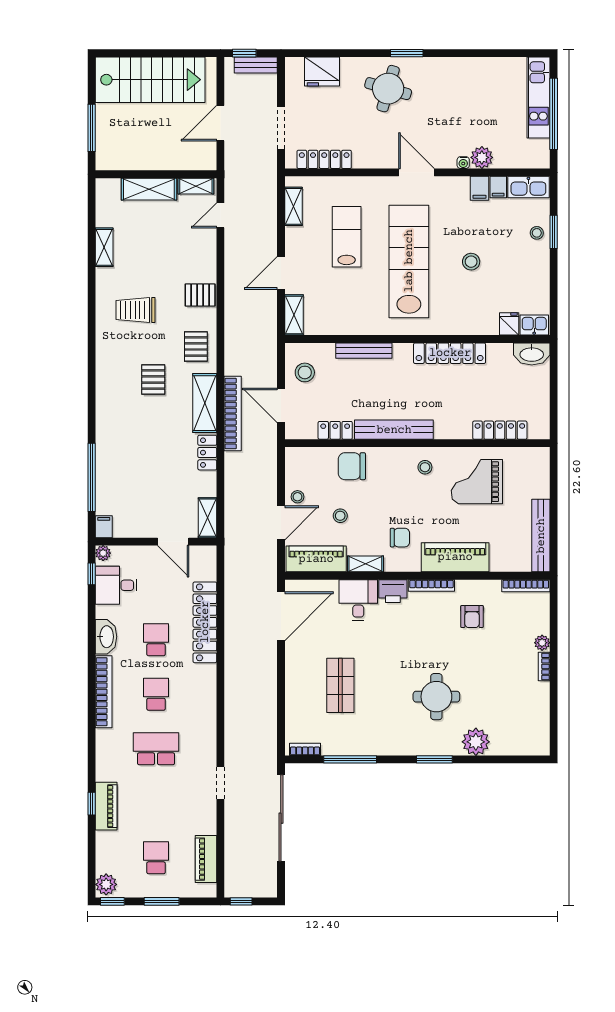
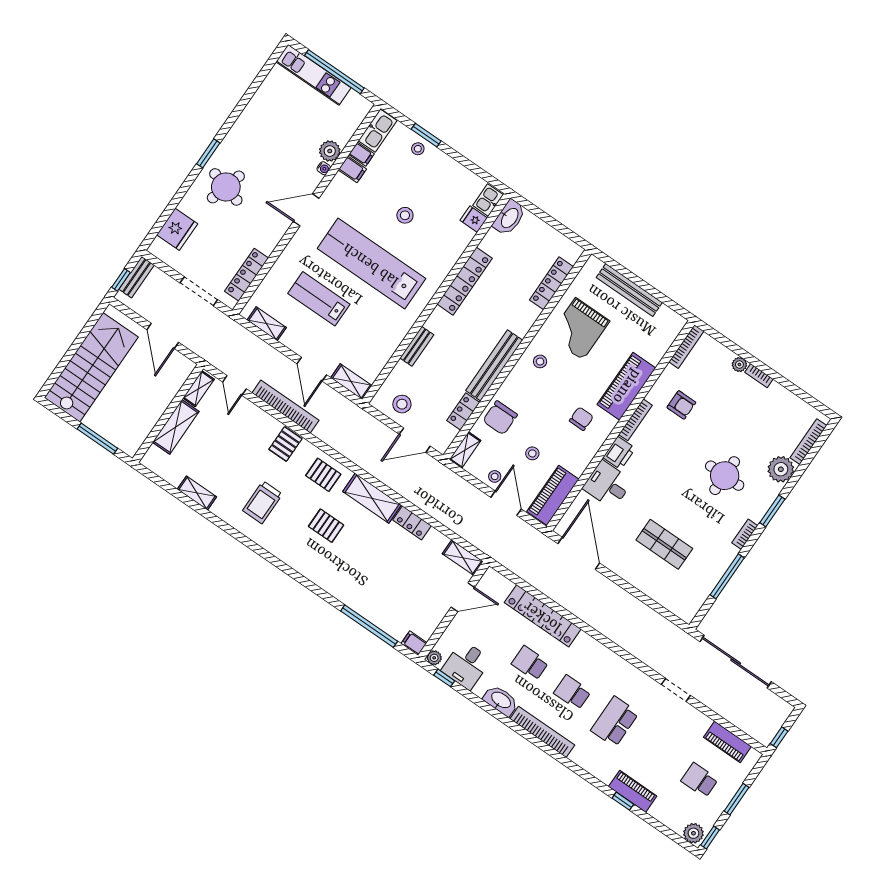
bench: (364, 351) -> (417, 346), width x0.73
bookcase: (233, 414) -> (286, 407), moved
bench: (541, 536) -> (629, 290), moved
shelving: (365, 564) -> (465, 450), moved
bookcase: (305, 749) -> (745, 534), moved
bookcase: (516, 749) -> (808, 442), added

